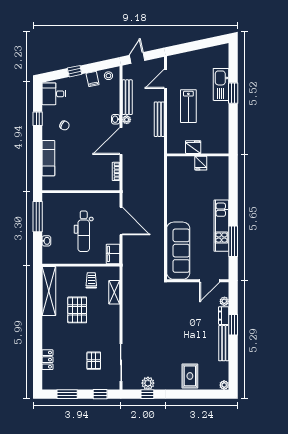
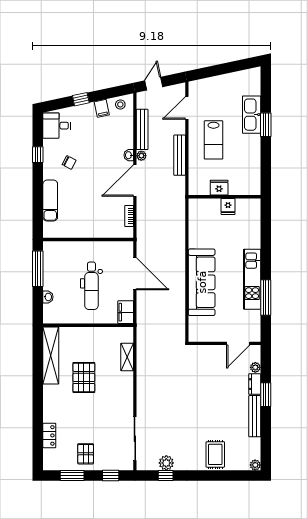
sofa: (178, 251) -> (202, 282), moved
trolley: (91, 280) -> (100, 343), removed
pallet: (94, 361) -> (86, 454), moved

